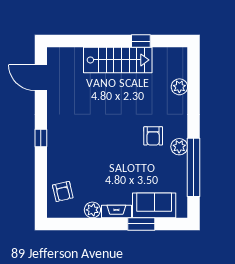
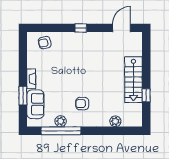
plant: (179, 147) -> (61, 121), moved
plant: (92, 210) -> (32, 63), removed

